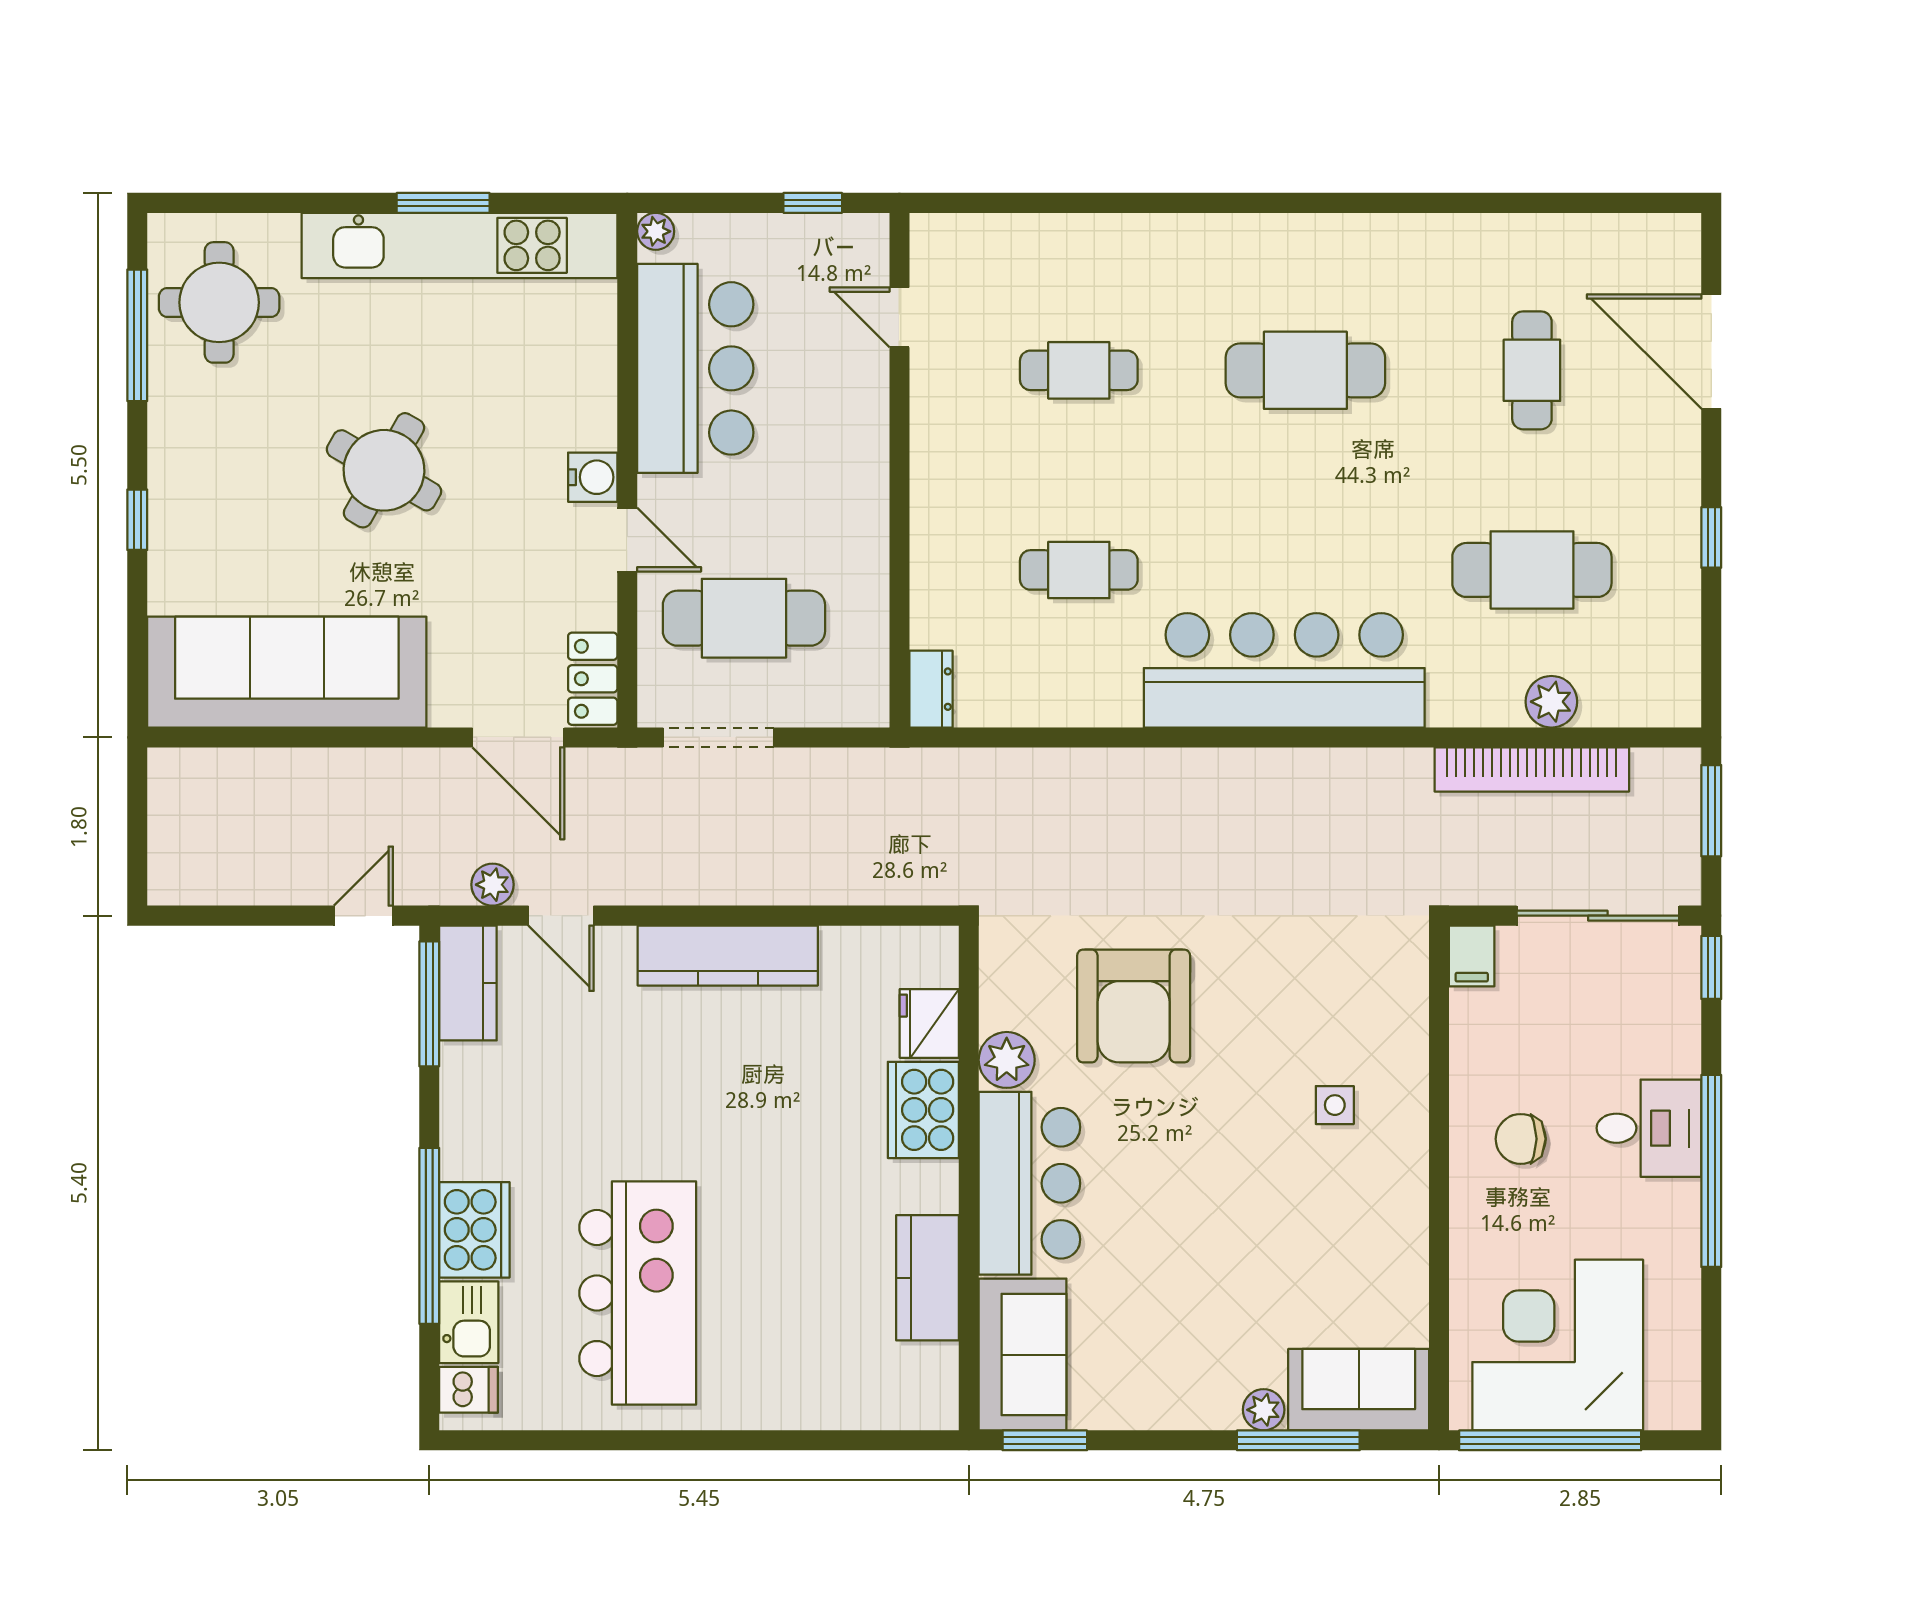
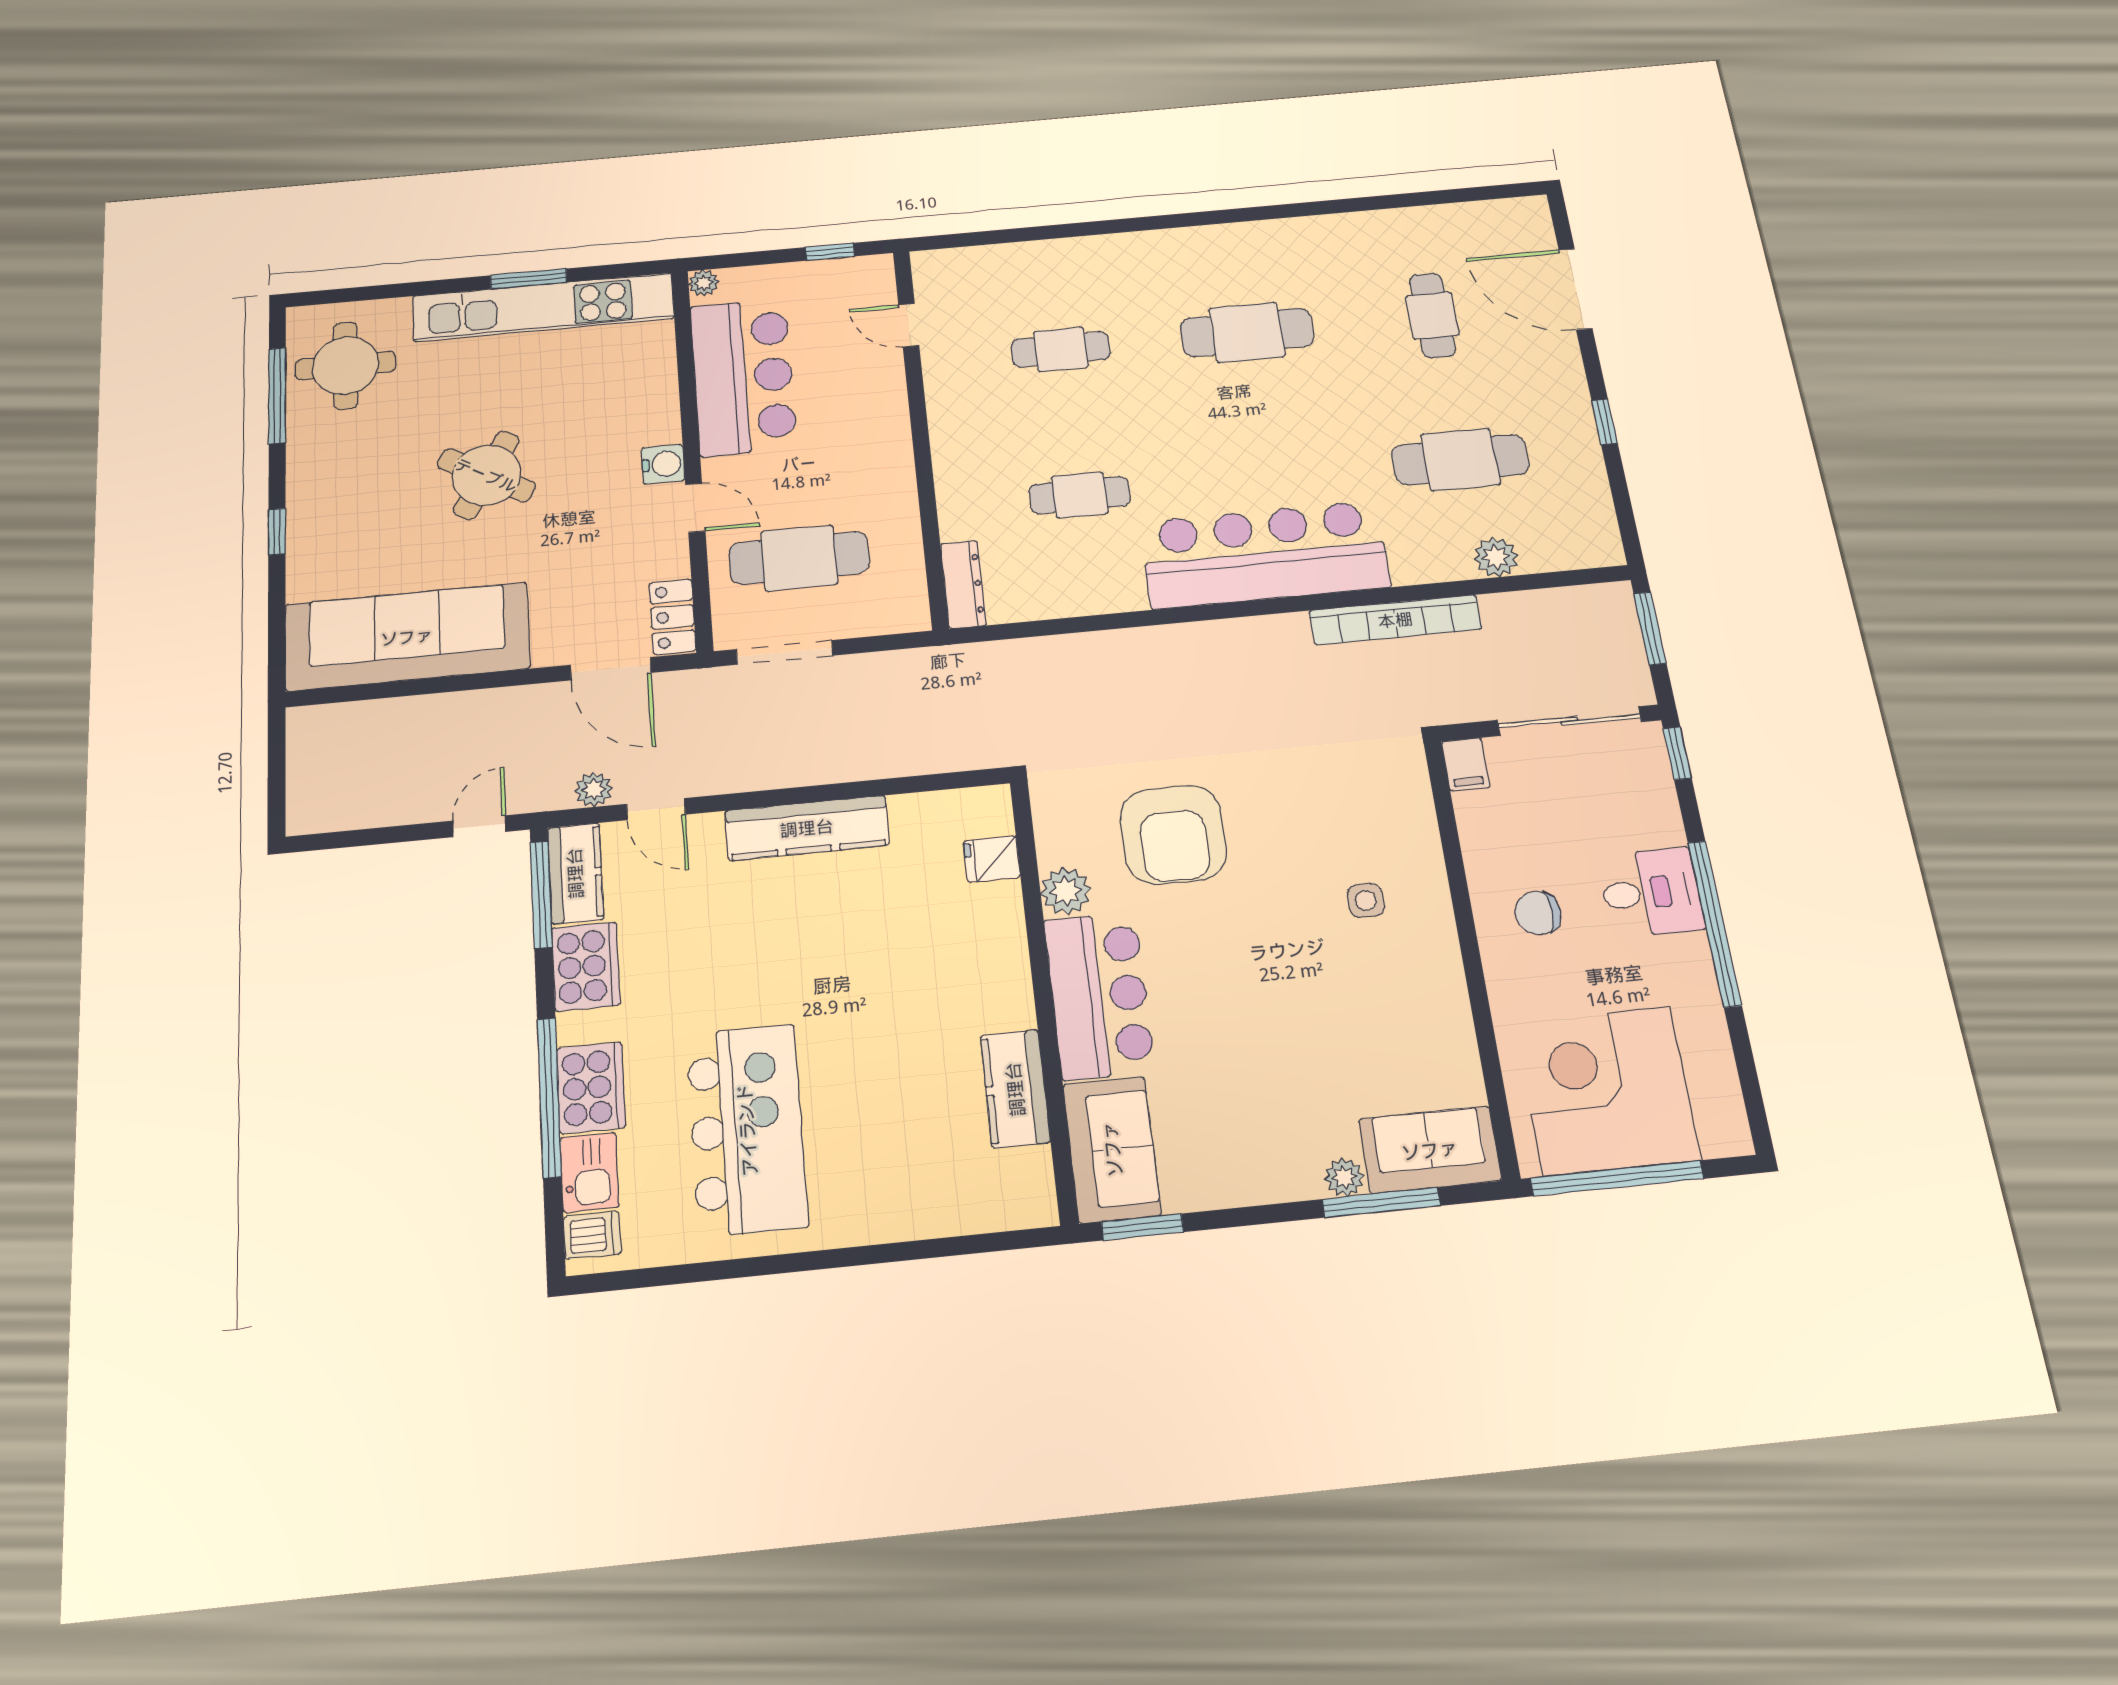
dresser: (931, 689) -> (963, 584), width x1.44
bookcase: (1532, 769) -> (1395, 620), moved
fridge: (929, 1023) -> (992, 859), width x0.72
cooker: (923, 1110) -> (586, 966), moved, turned 180

